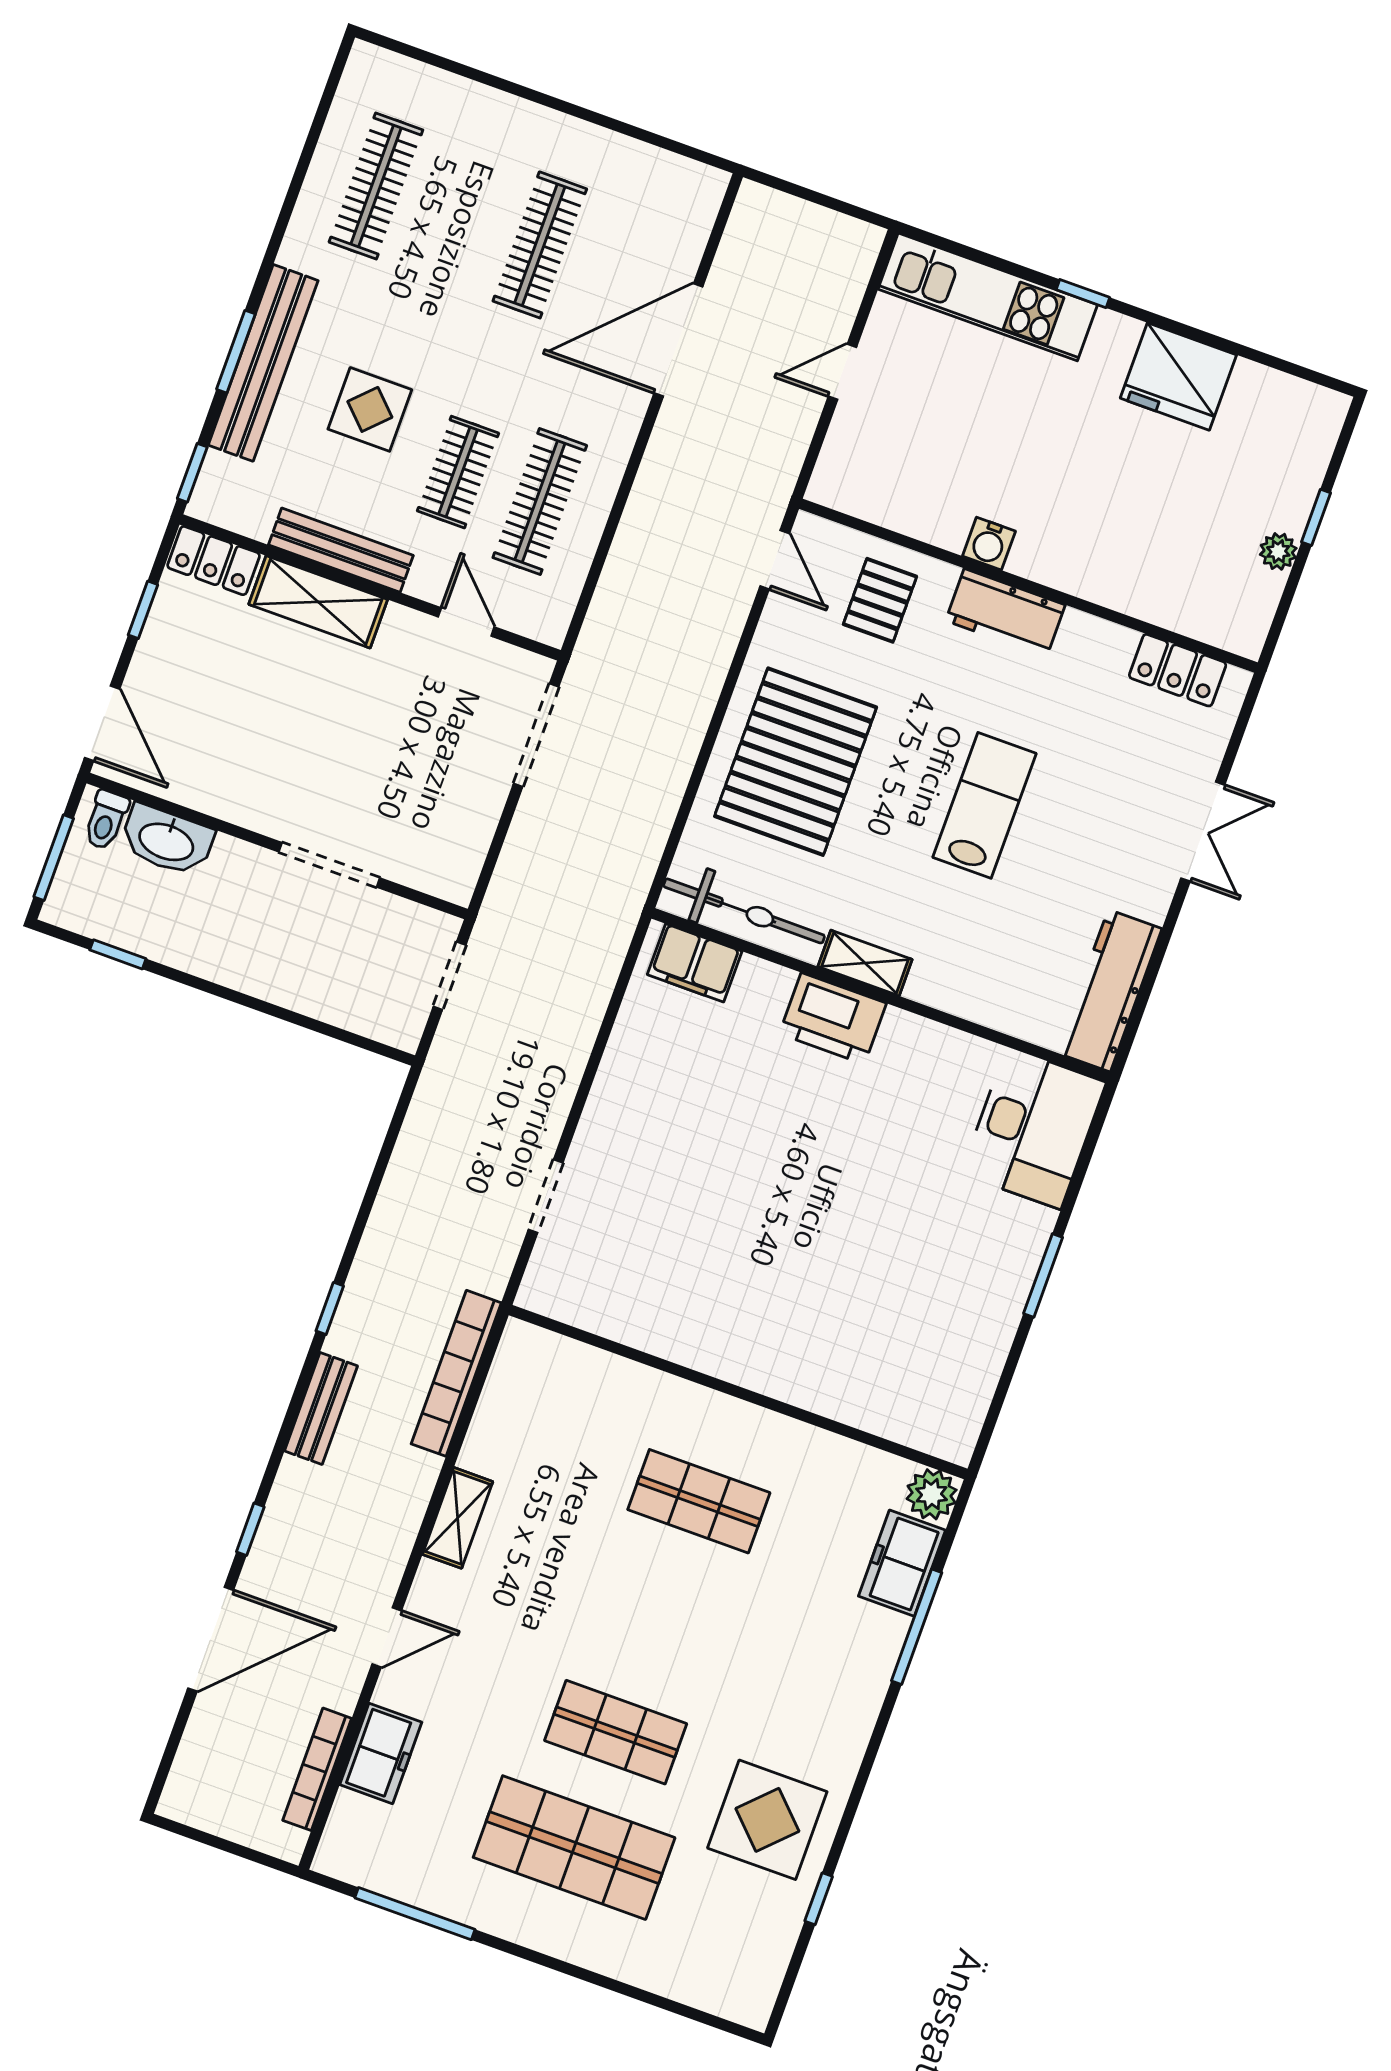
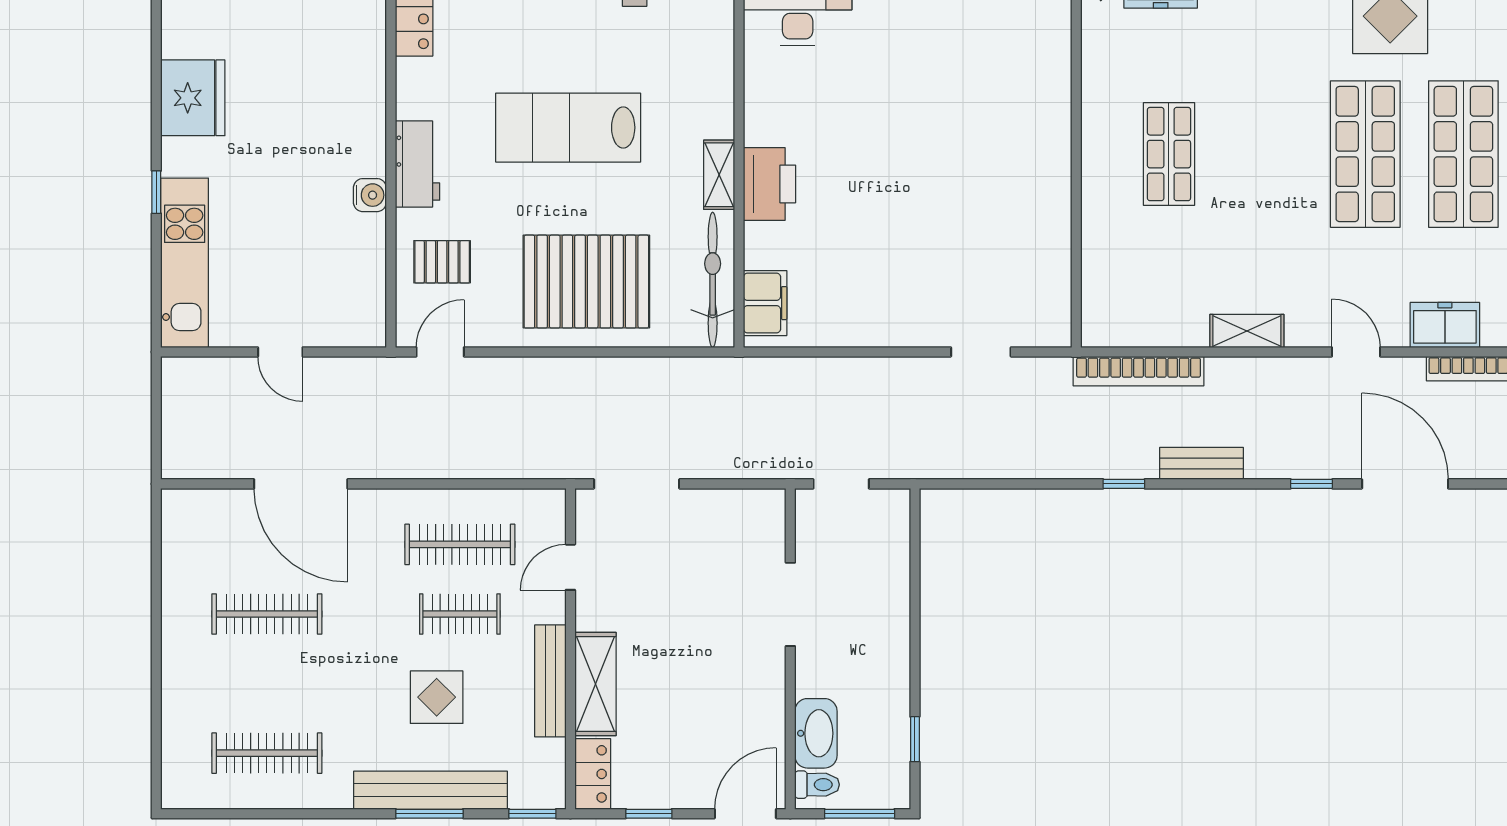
lab bench: (985, 805) -> (568, 128), width x1.36, depth x1.39
shop shelf: (616, 1732) -> (1365, 154), width x1.43, depth x1.36

